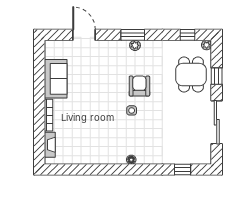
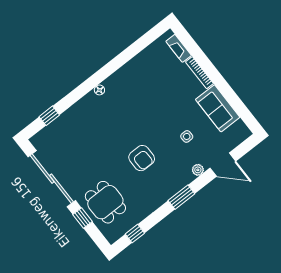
plant: (135, 45) -> (198, 170), moved
plant: (207, 45) -> (112, 238), removed
side table: (132, 110) -> (187, 136), moved
sliding door: (217, 122) -> (52, 179), width x1.36

